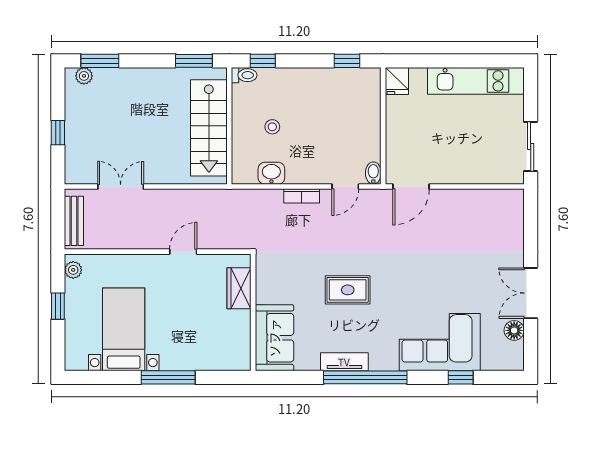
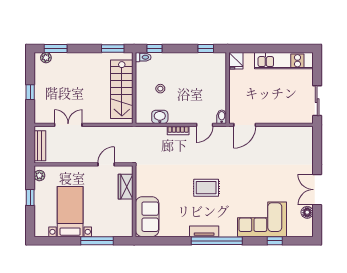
wardrobe: (239, 288) -> (126, 187), moved
wall: (253, 312) -> (134, 201), moved
sofa: (274, 338) -> (147, 217), moved

